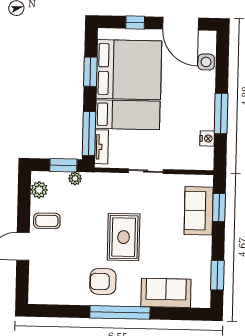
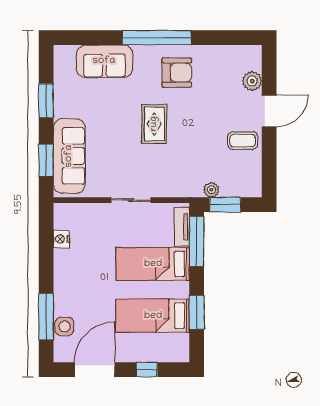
door: (181, 24) -> (95, 370), hinge flipped
bed: (129, 70) -> (153, 316), width x0.49
window: (221, 113) -> (46, 317), moved
plant: (39, 190) -> (252, 81), moved
sofa: (199, 211) -> (69, 156), width x1.36
rug: (124, 237) -> (154, 124), width x0.73, depth x0.70
window: (217, 275) -> (46, 101), moved

